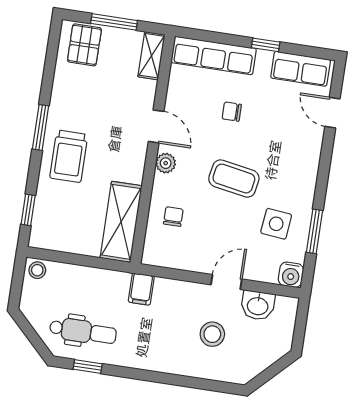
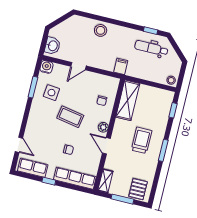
trolley: (69, 156) -> (142, 140), moved
washbasin: (258, 305) -> (52, 46), moved, turned 90
stool: (212, 334) -> (101, 30), moved

